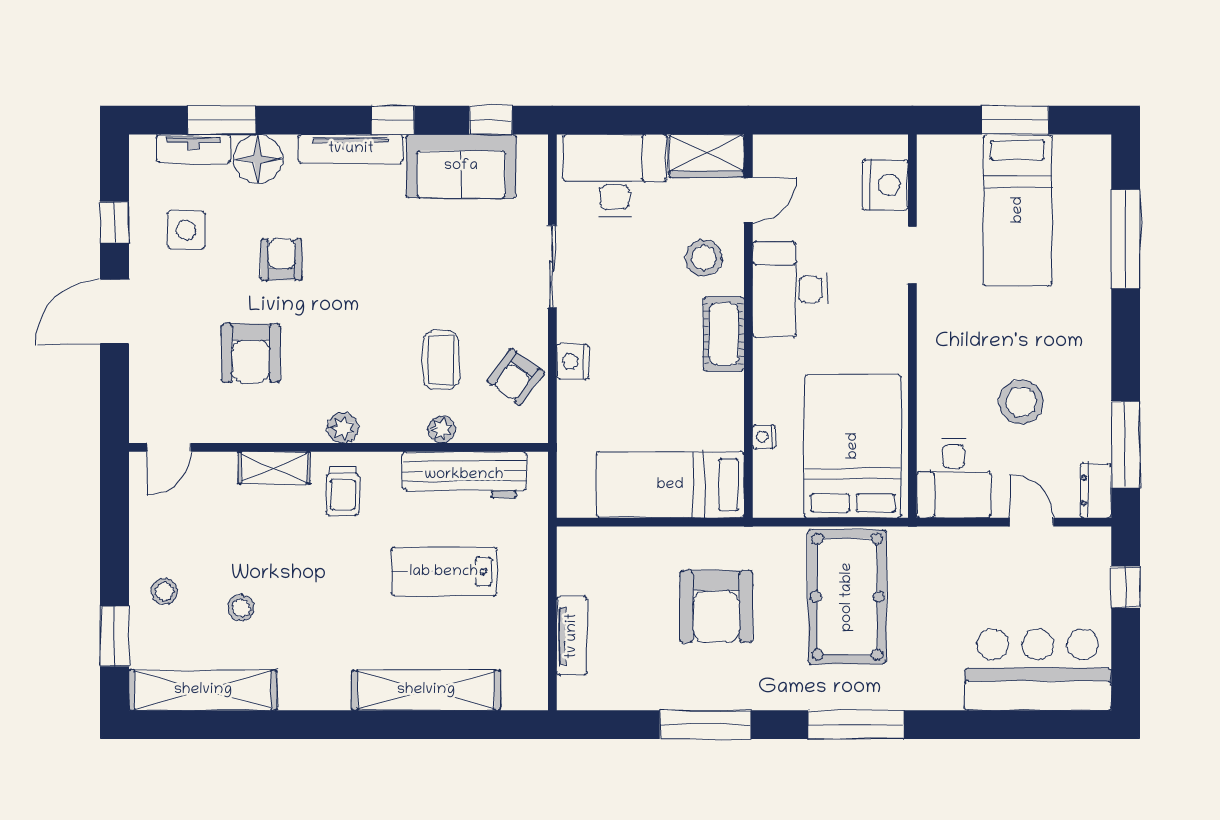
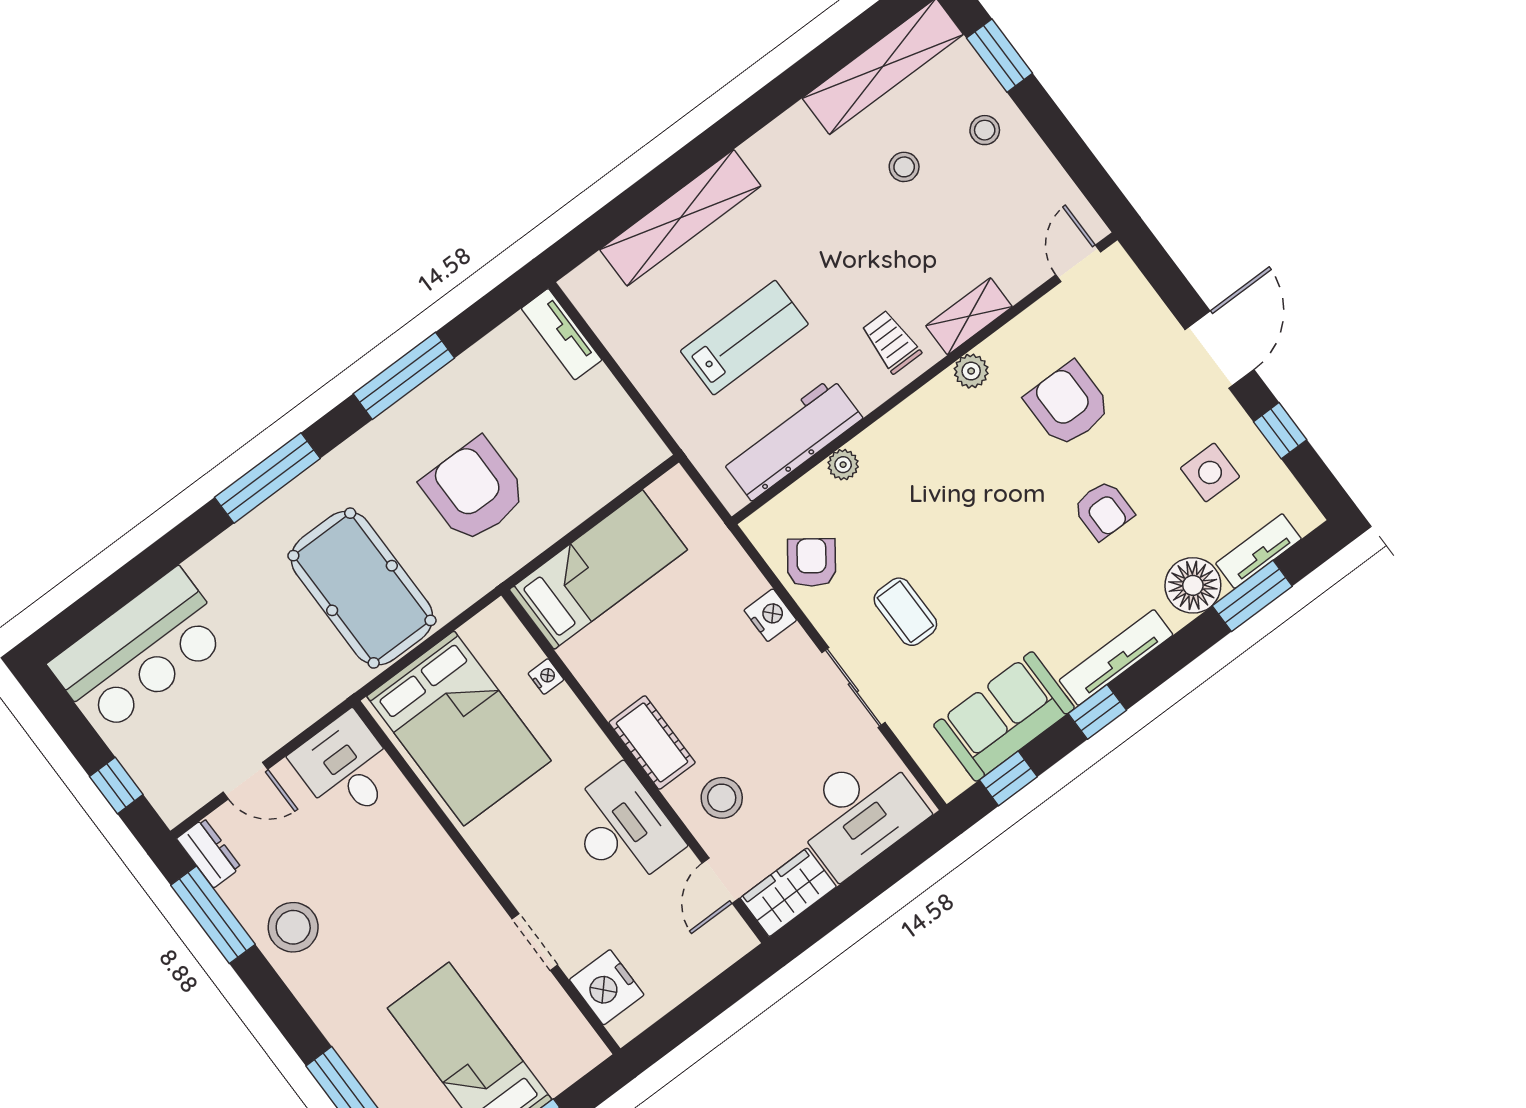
coffee table: (441, 360) -> (905, 612), moved
stool: (1021, 402) -> (293, 927), moved
plant: (343, 428) -> (971, 371), moved
tv unit: (572, 636) -> (562, 334), moved

